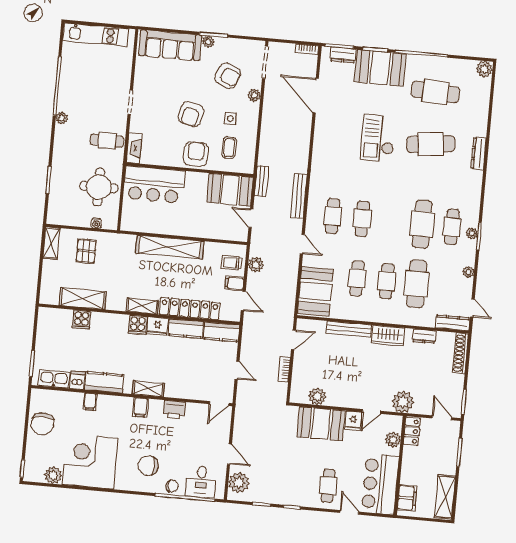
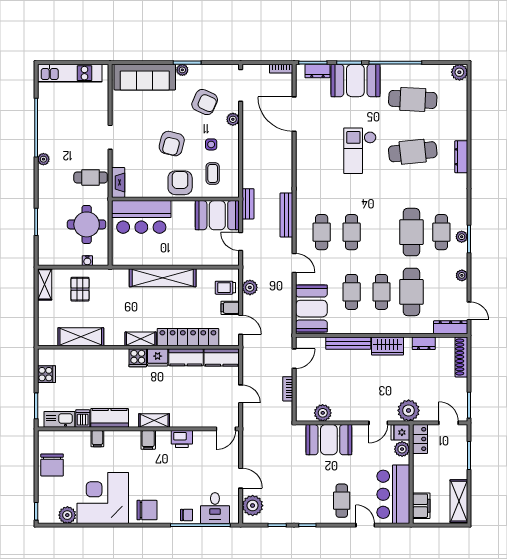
cooker: (81, 320) -> (46, 374), moved, turned -90
fridge: (353, 421) -> (400, 432), moved, turned 90
chair: (148, 466) -> (147, 510), moved, turned 180

